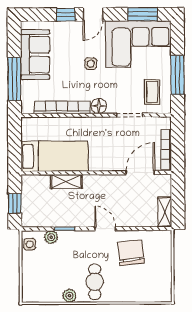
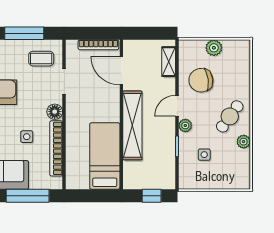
side table: (91, 64) -> (27, 137), moved
shelving: (66, 182) -> (132, 125), width x2.20, depth x1.33
shelving: (165, 212) -> (169, 62), moved, turned 90
plant: (51, 237) -> (185, 126), moved
side table: (30, 244) -> (204, 155), moved
plant: (164, 265) -> (214, 48), added
cafe table: (95, 282) -> (230, 116), turned -54

